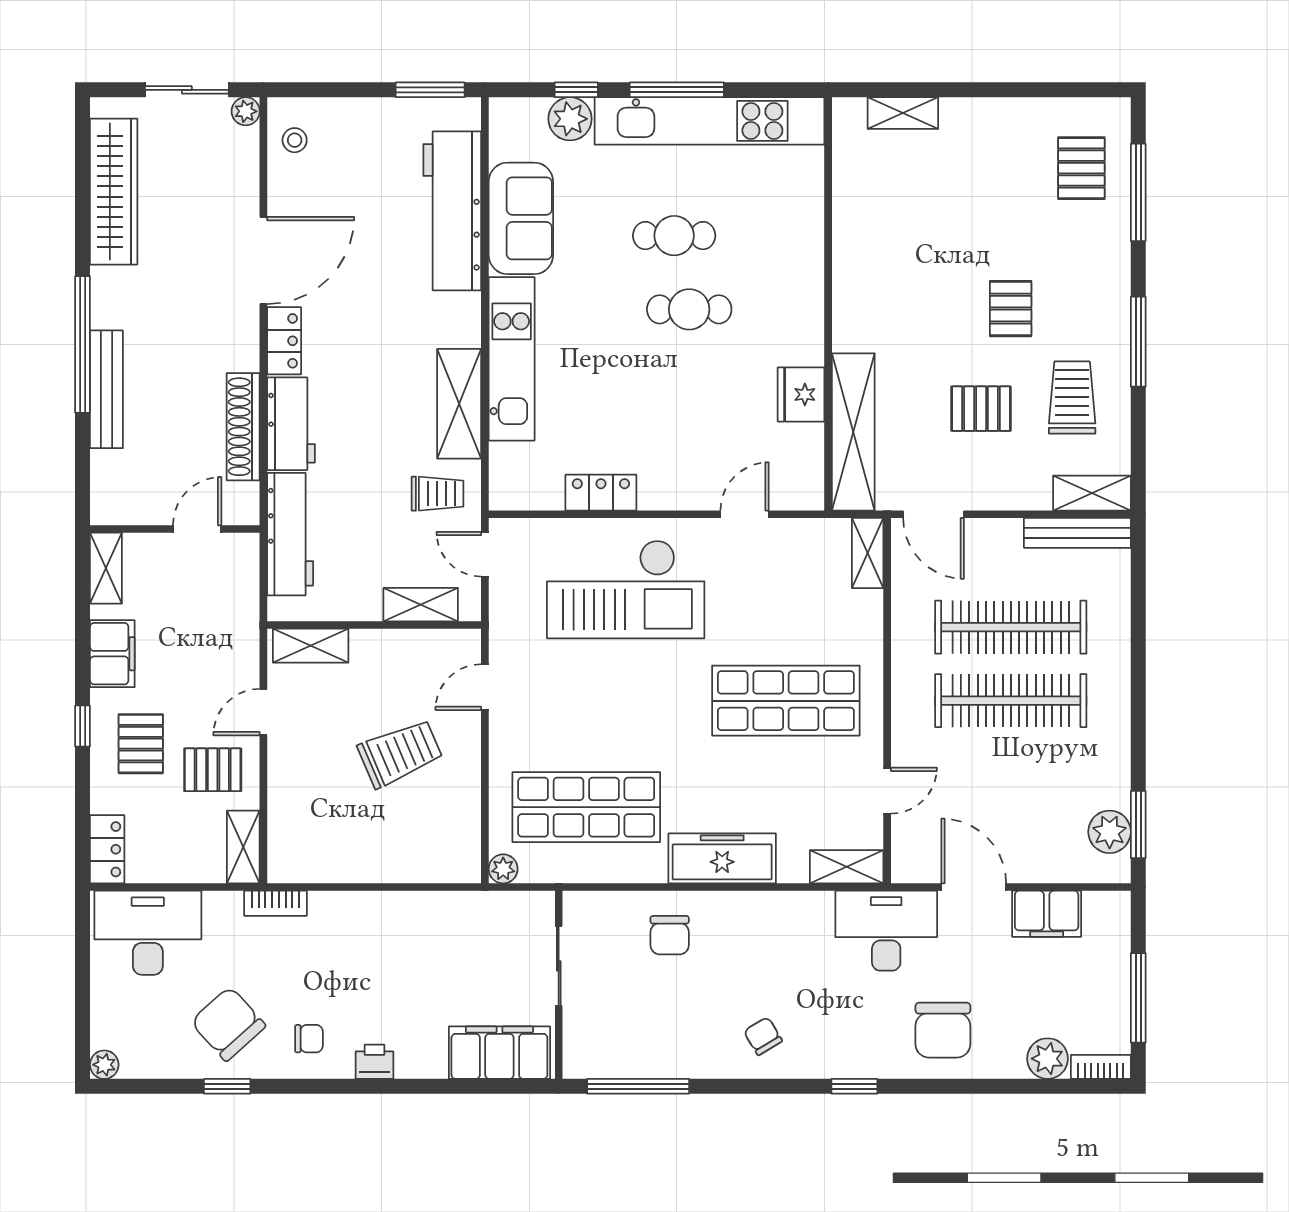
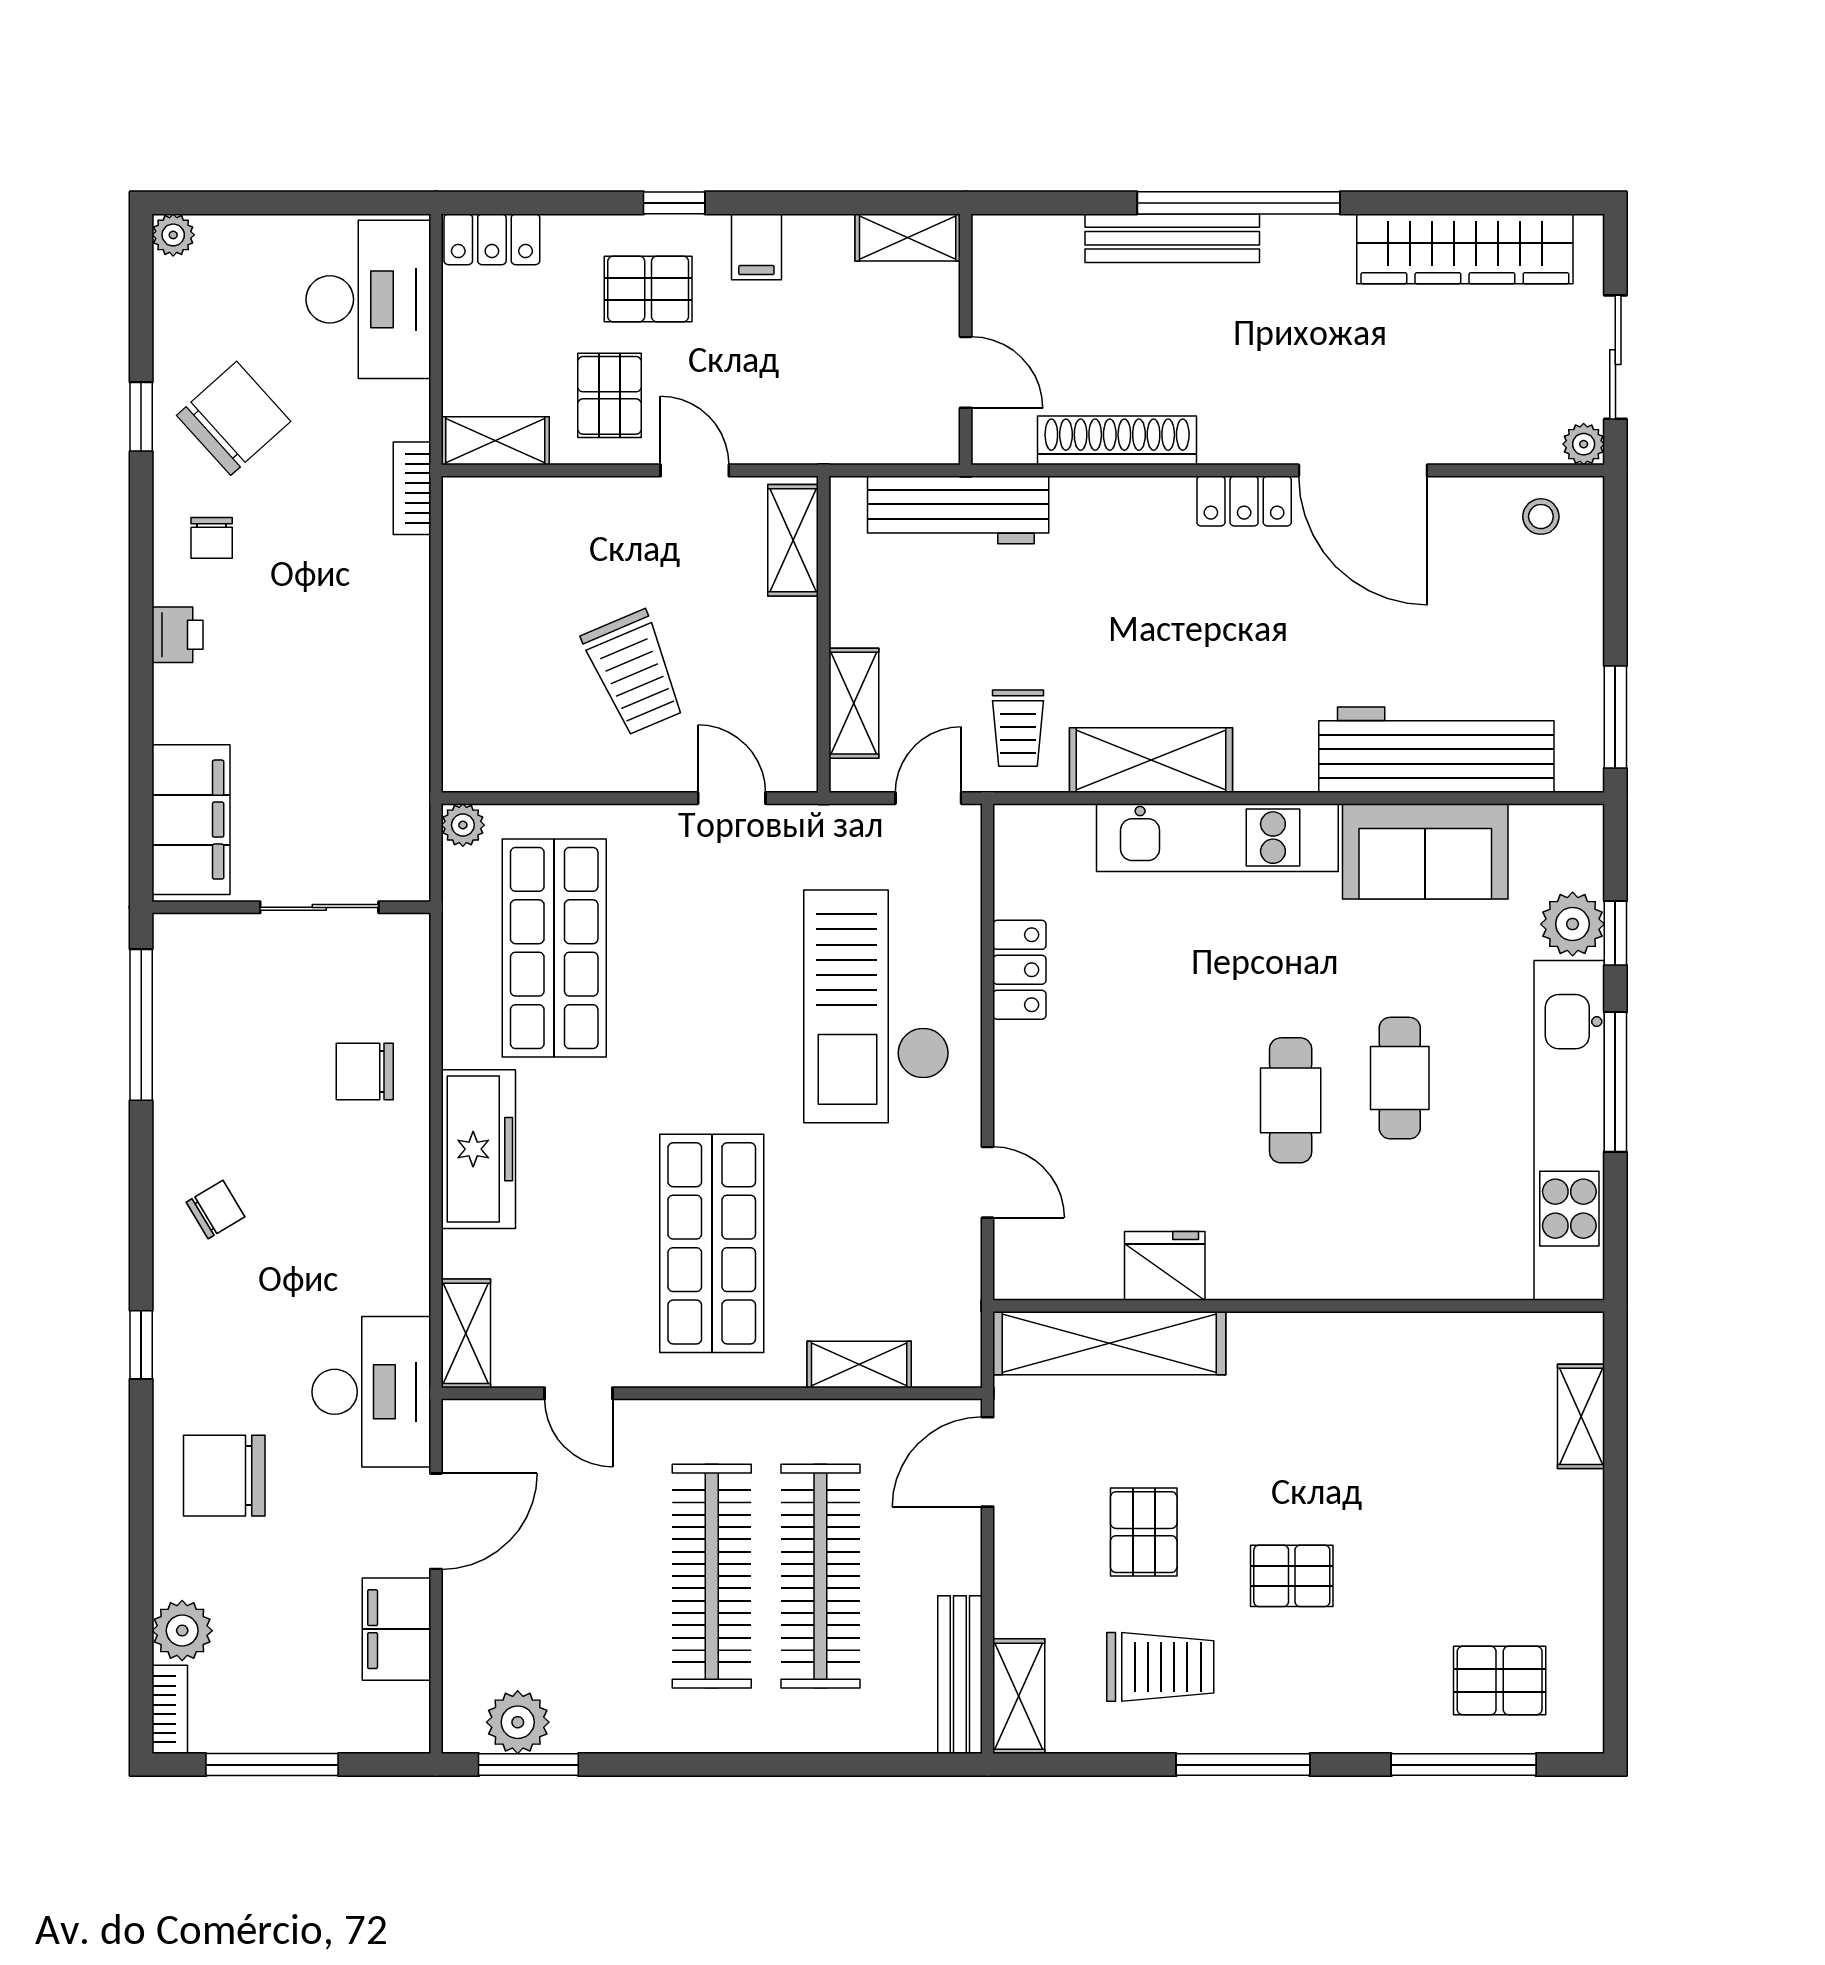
workbench: (291, 424) -> (1121, 511), removed
shelving: (868, 553) -> (859, 1364), moved
filing cabinet: (112, 654) -> (756, 247), width x0.50

